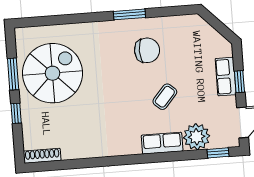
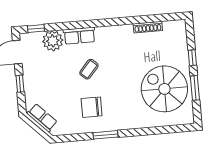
spiral stairs: (53, 73) -> (164, 89), turned 90
row of seats: (226, 77) -> (42, 118), moved, turned -44
coffee table: (165, 97) -> (89, 69), moved
shoe rack: (42, 156) -> (148, 27), moved

